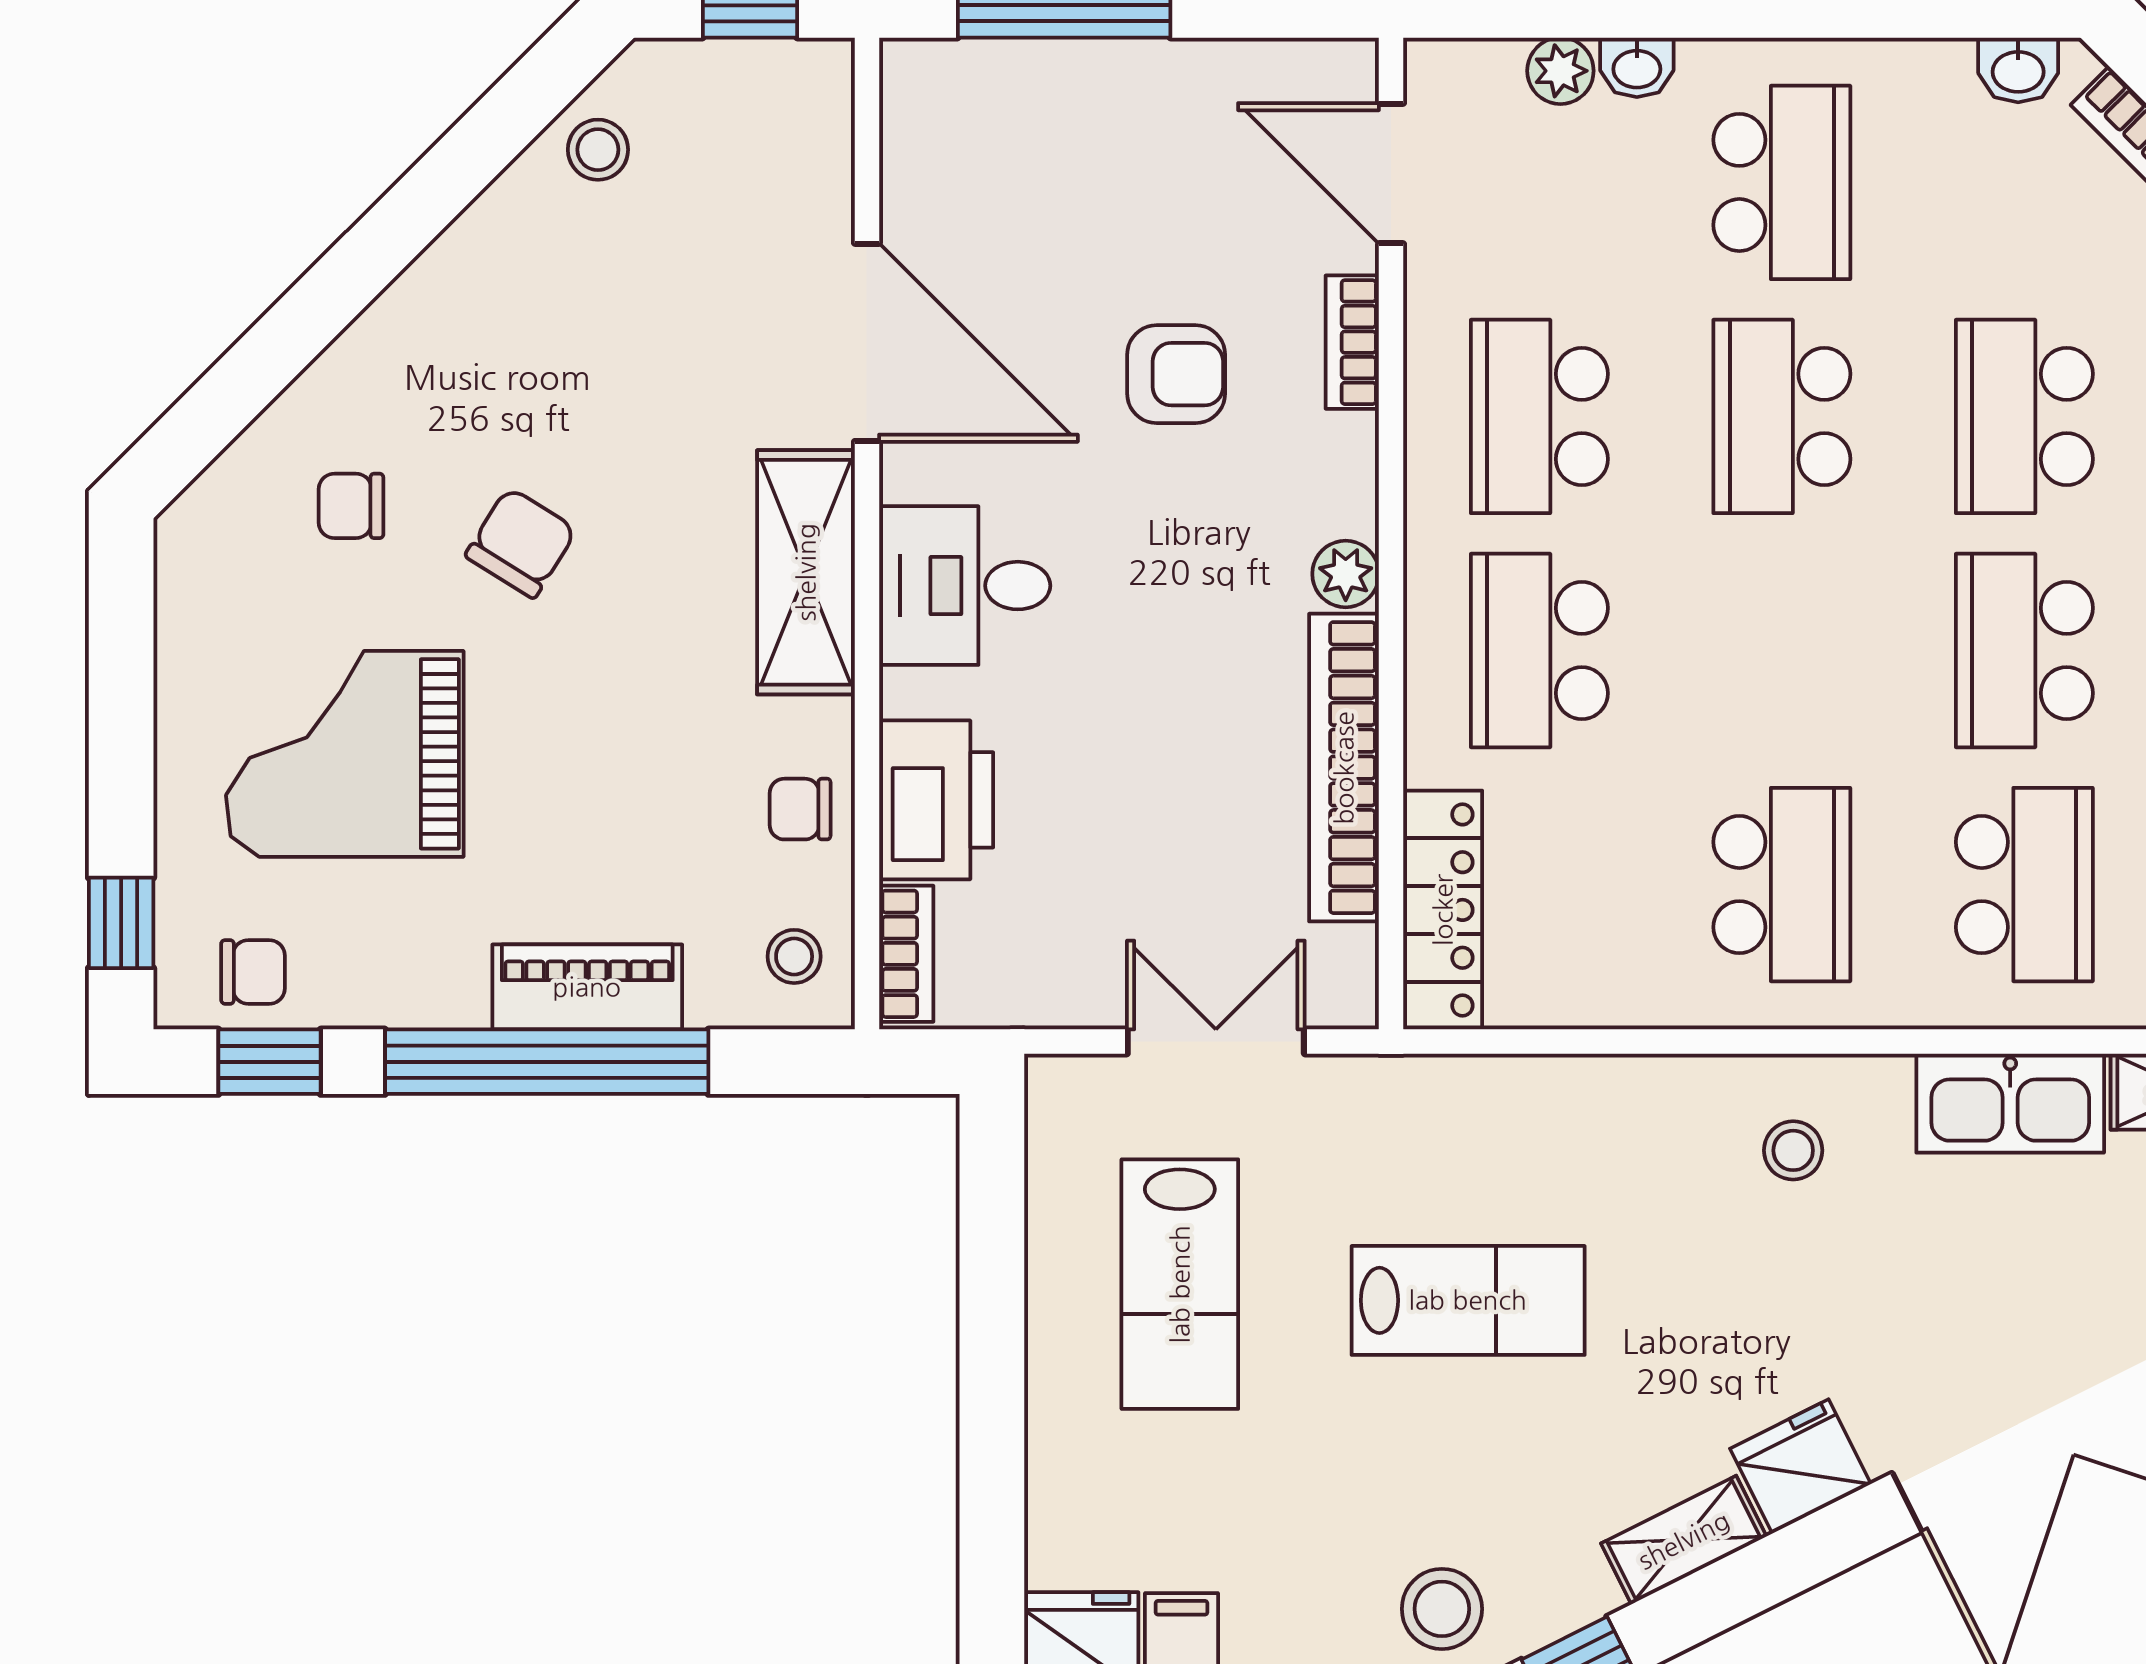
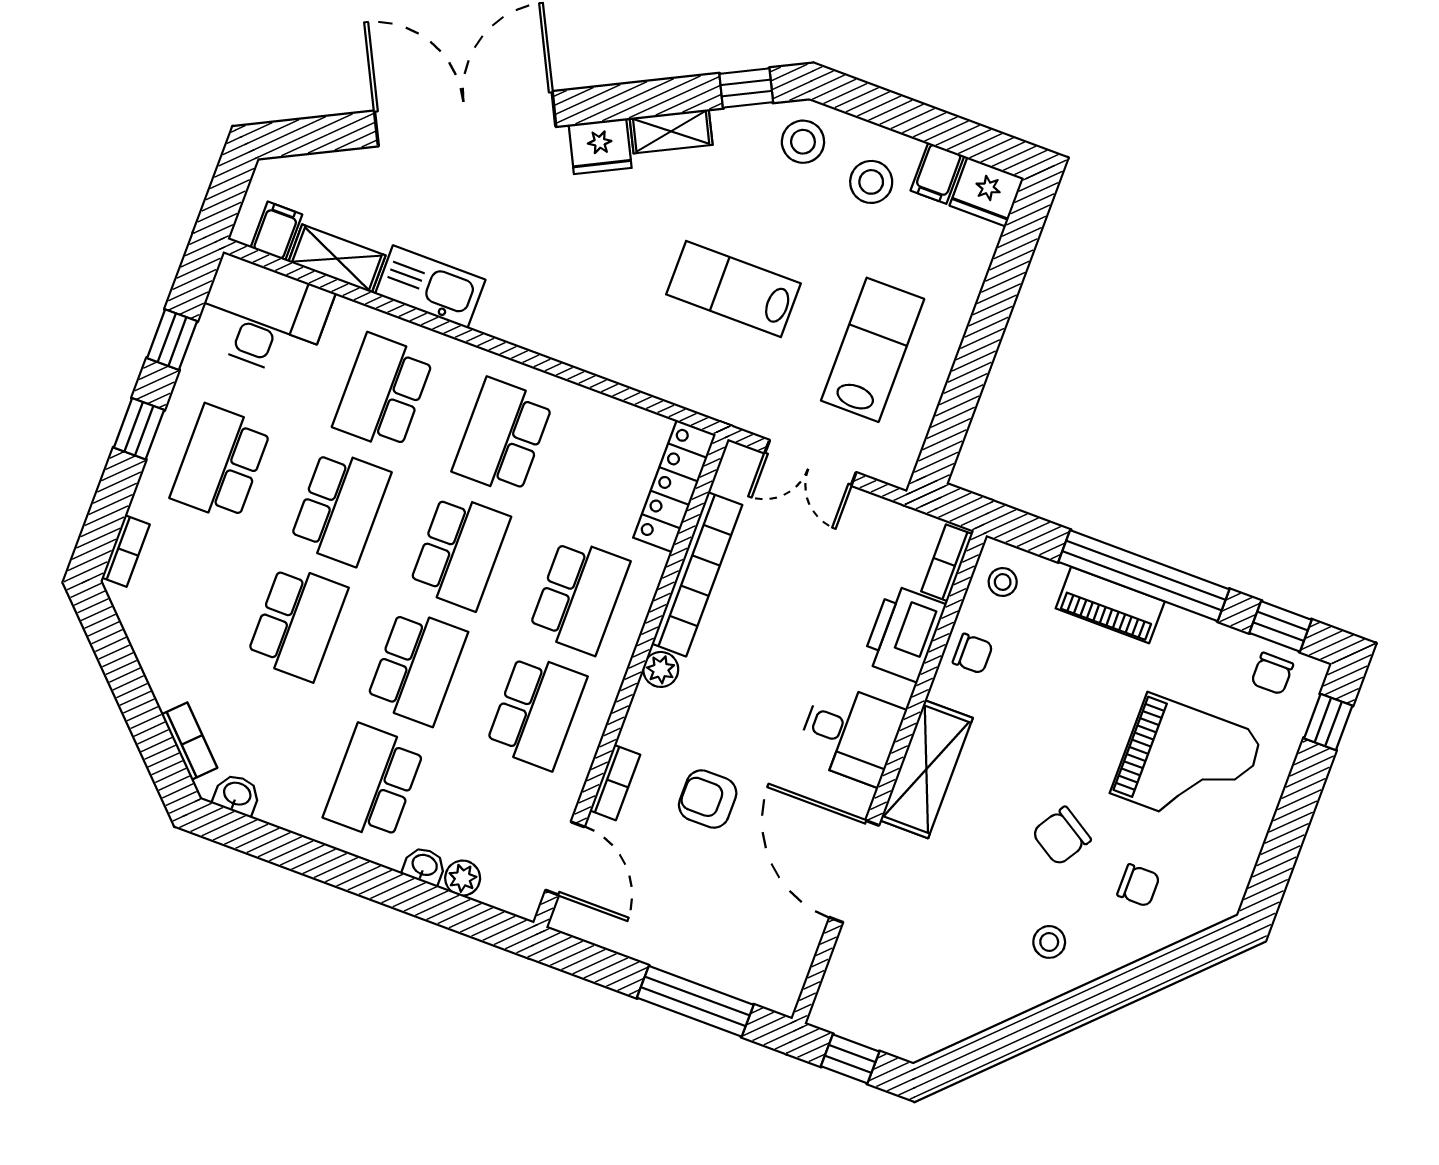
stool: (598, 150) -> (1049, 942), moved
school desk: (1782, 651) -> (460, 552), added
chair: (253, 972) -> (1272, 674), turned -90
stool: (1793, 1150) -> (871, 182), moved, width x1.37, depth x1.37

